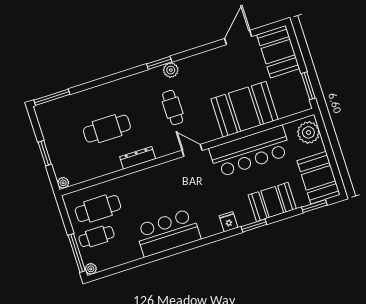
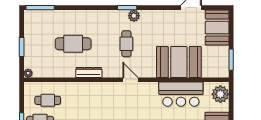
bar counter: (250, 151) -> (181, 94), width x0.73
cafe table: (98, 209) -> (48, 100), width x0.73, depth x0.74

